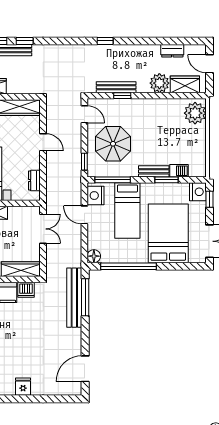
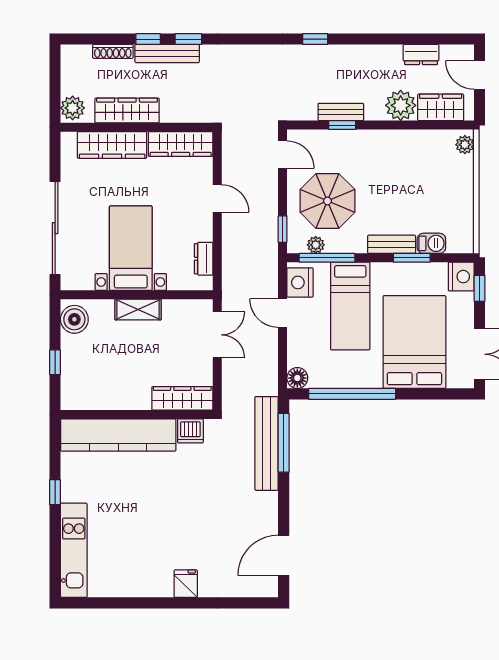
bench: (116, 87) -> (341, 112), width x0.73
plant: (195, 113) -> (465, 145), width x0.53, depth x0.53
plant: (106, 172) -> (316, 245), added

